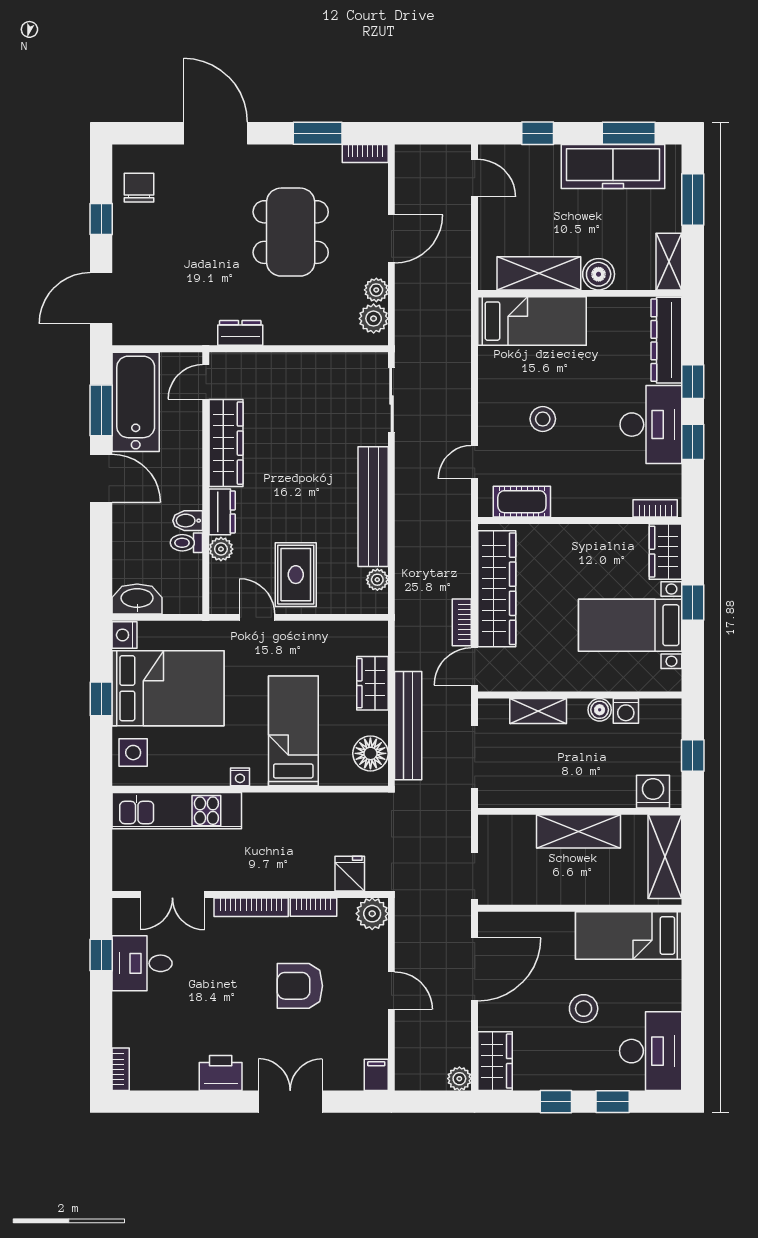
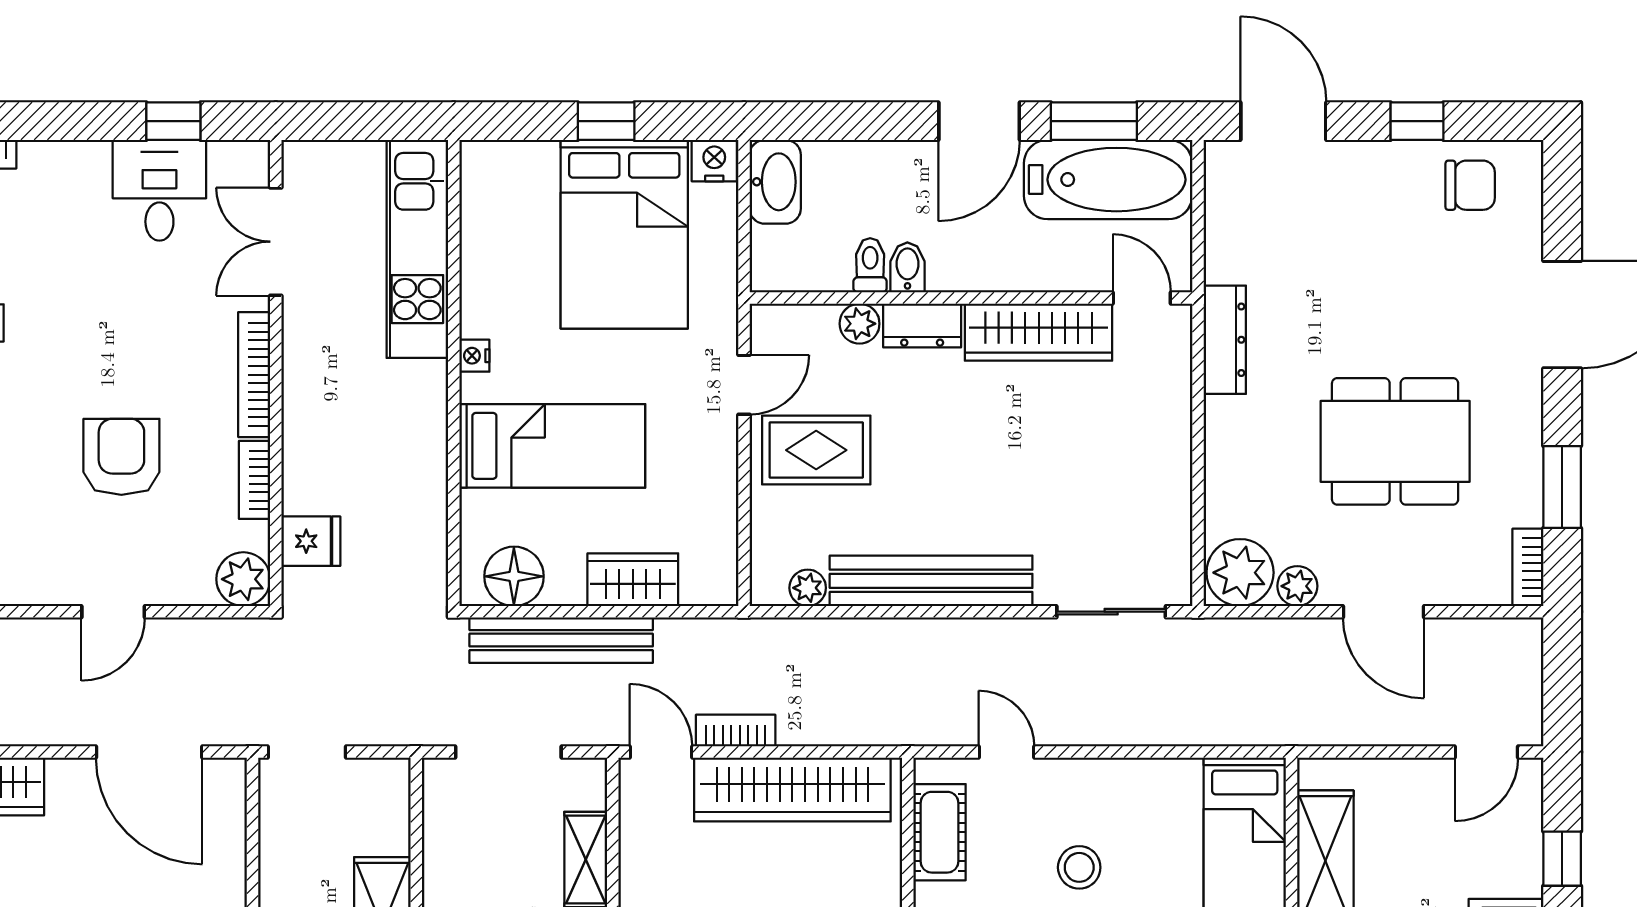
plant: (374, 319) -> (1240, 573), width x1.36, depth x1.36
dresser: (240, 333) -> (1225, 340), width x1.44
side table: (133, 753) -> (516, 175), removed

